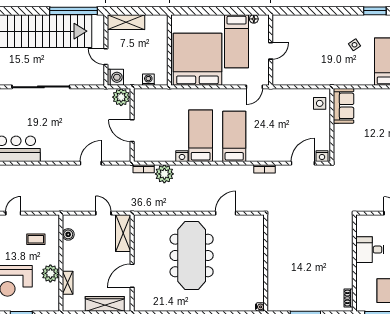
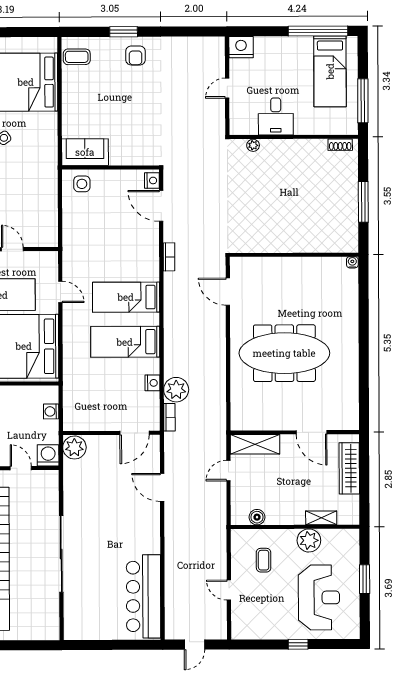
door: (106, 57) -> (21, 468), swing flipped
door: (254, 87) -> (60, 292), moved
door: (132, 131) -> (135, 433), moved
nightstand: (182, 156) -> (152, 383), moved
door: (226, 213) -> (228, 292), moved
plant: (348, 232) -> (253, 145), added

